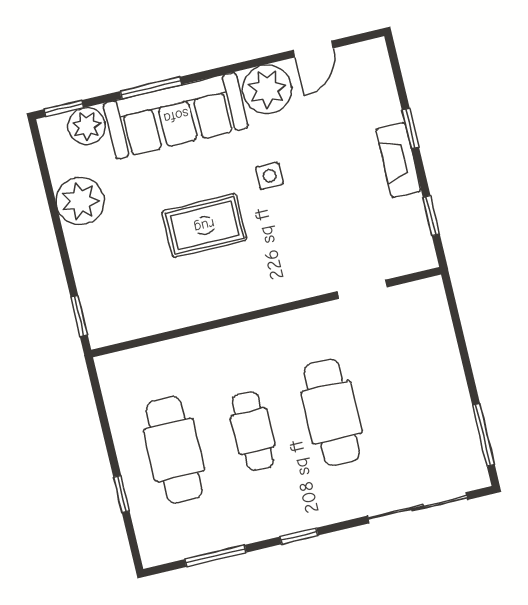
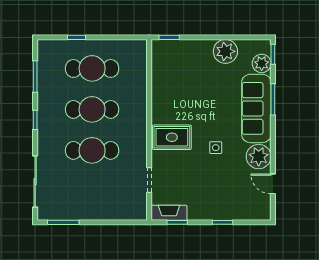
fireplace: (398, 160) -> (169, 213), moved
rug: (204, 226) -> (172, 137), moved, turned 90
cafe table: (253, 431) -> (92, 109), width x1.37, depth x1.35

